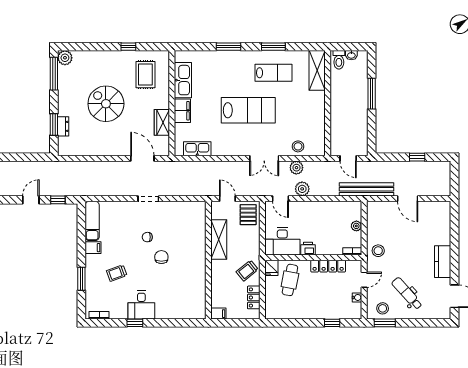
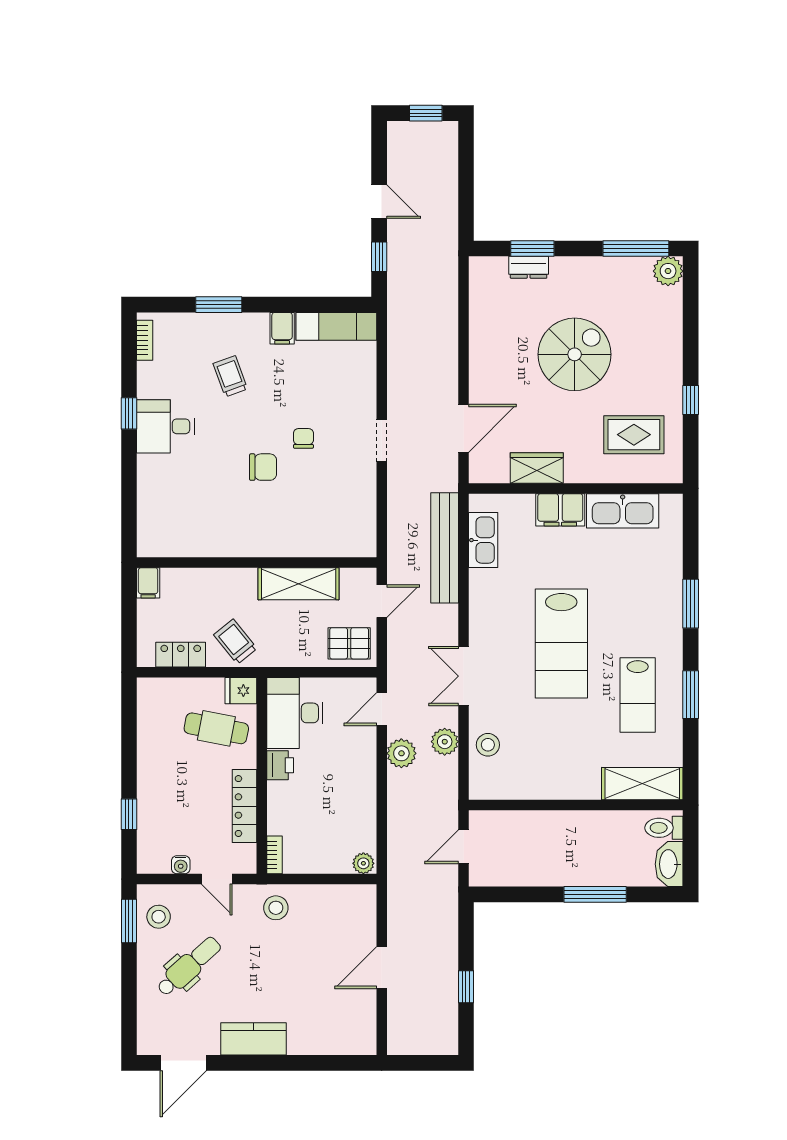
washbasin: (351, 55) -> (669, 864), width x1.91, depth x1.45
bench: (366, 189) -> (445, 548), moved
plant: (356, 226) -> (363, 863), moved

